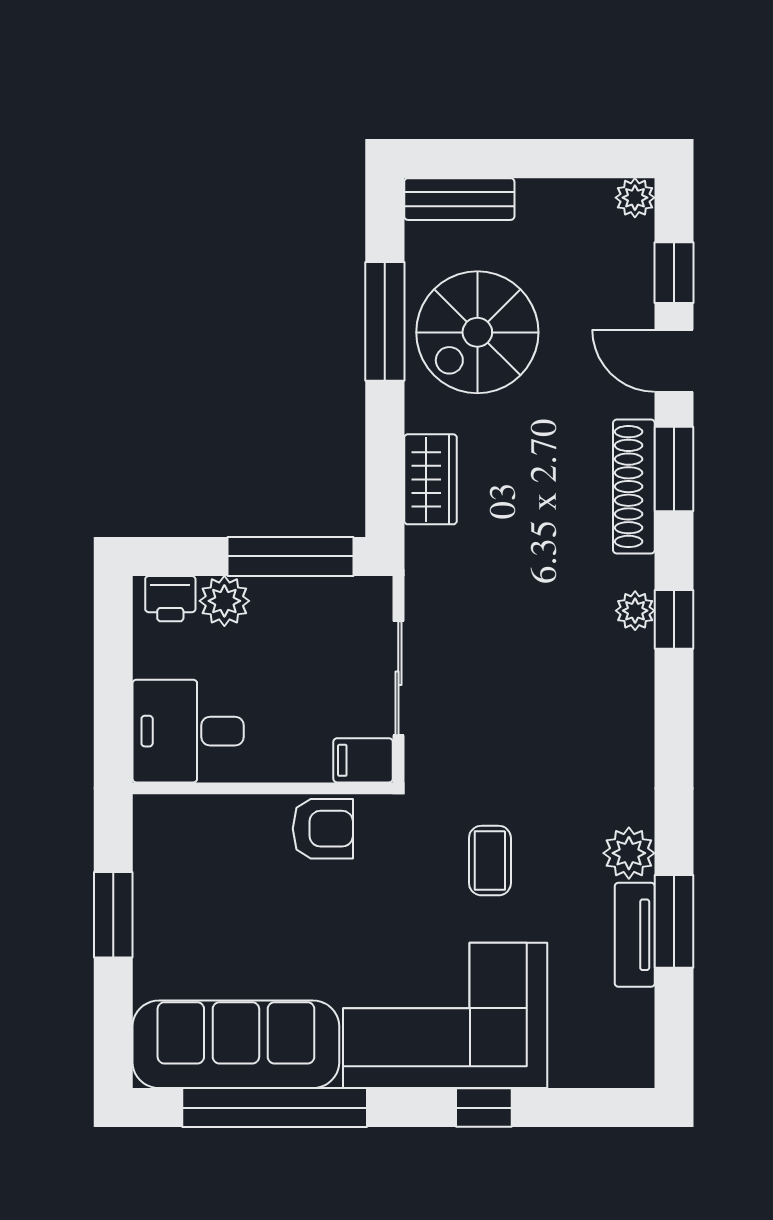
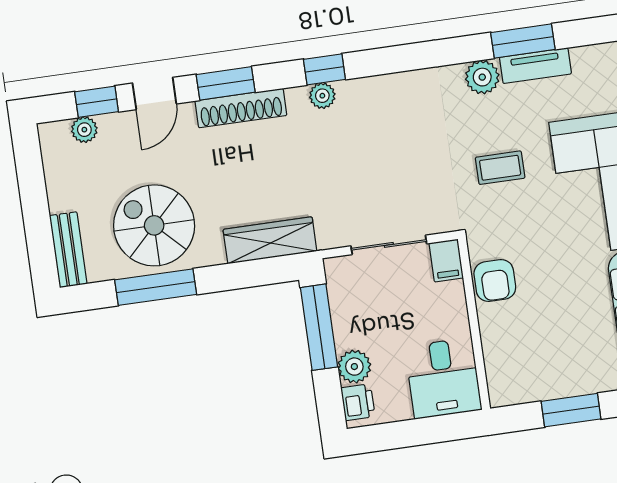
plant: (635, 198) -> (84, 130), moved
spiral stairs: (477, 332) -> (154, 225), turned 180
wardrobe: (431, 479) -> (270, 240), width x1.50
armchair: (323, 829) -> (495, 280), turned 180

